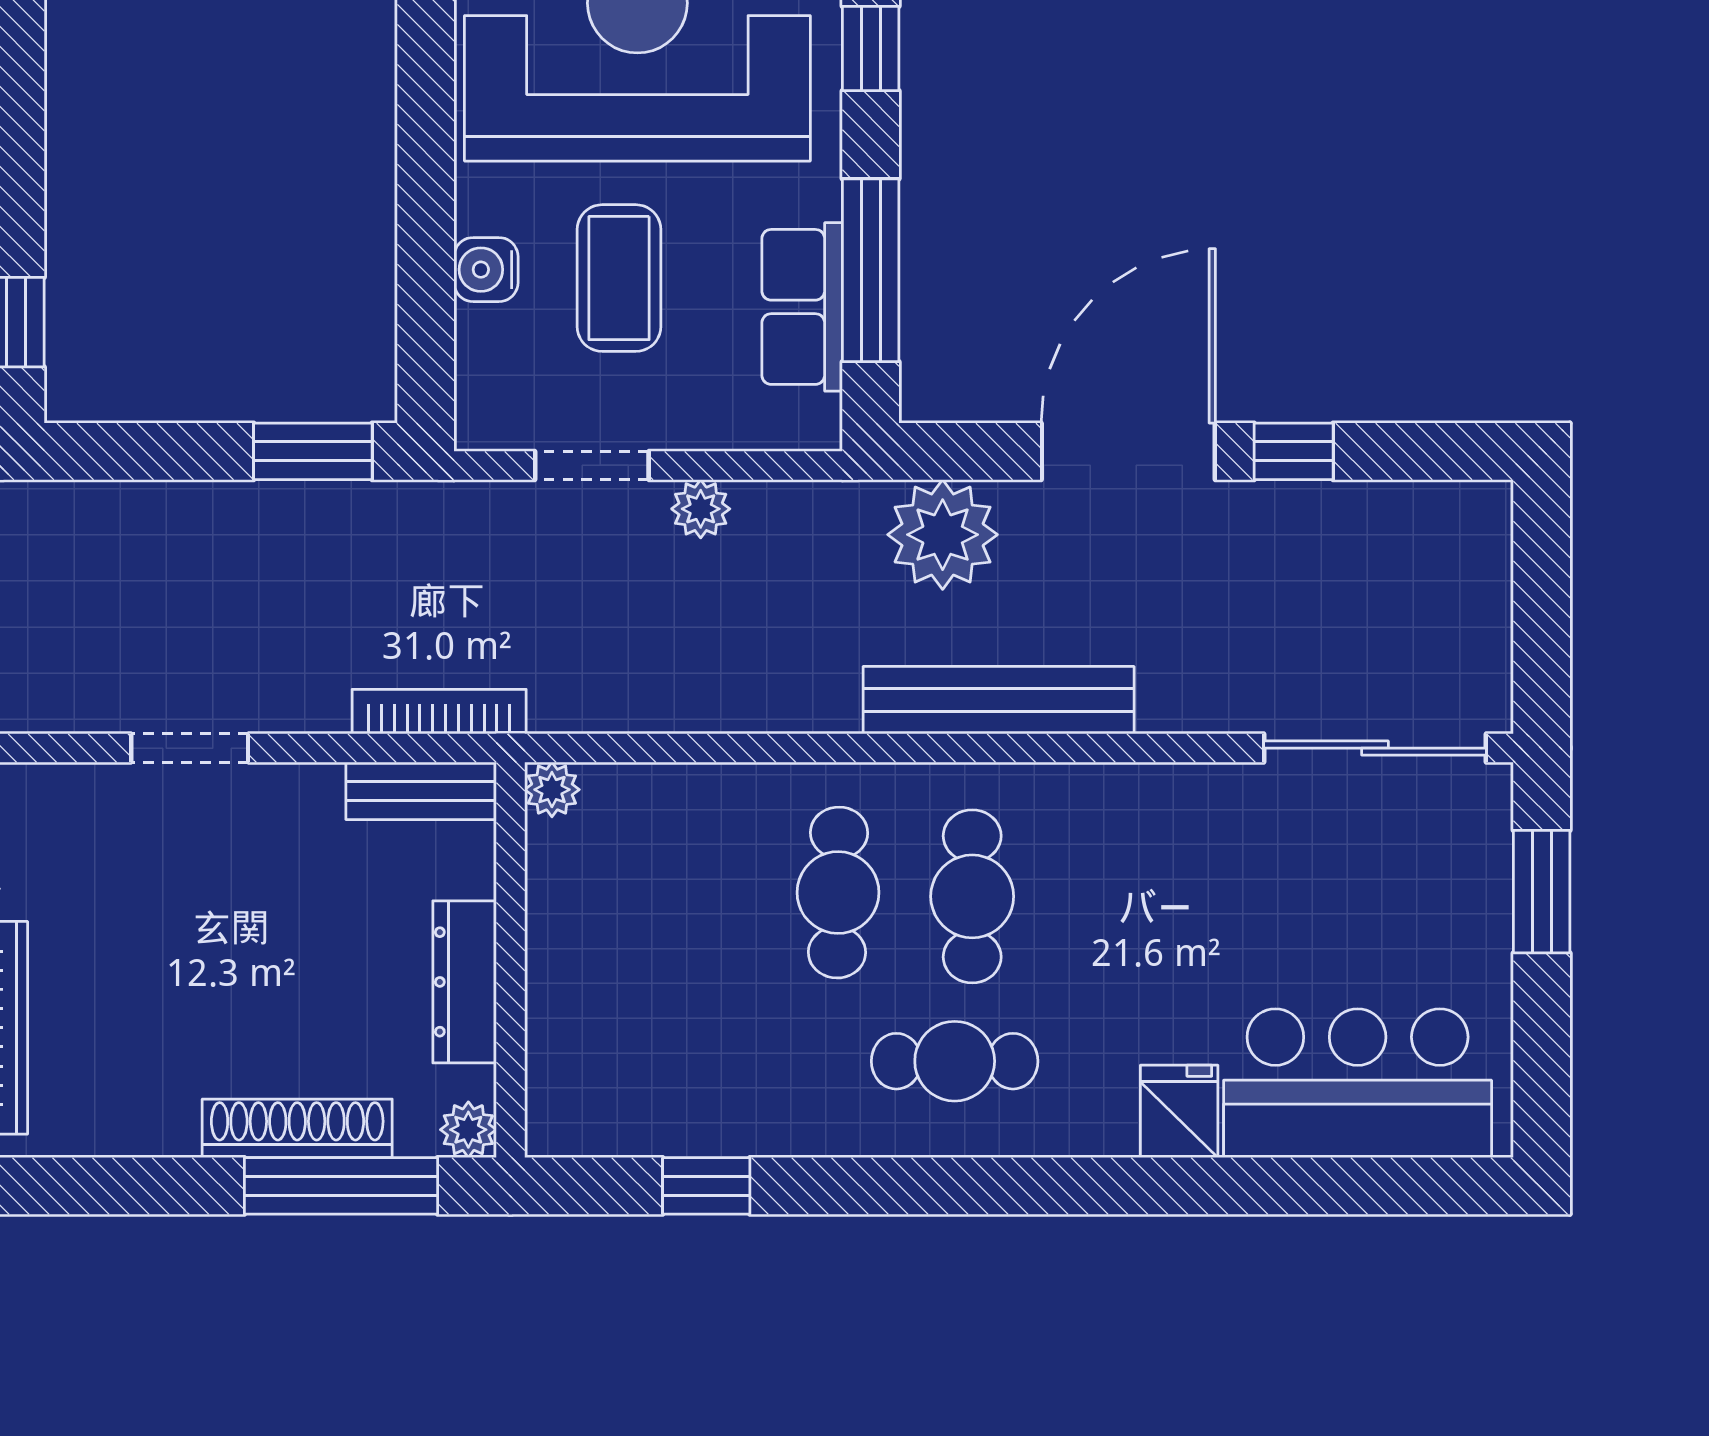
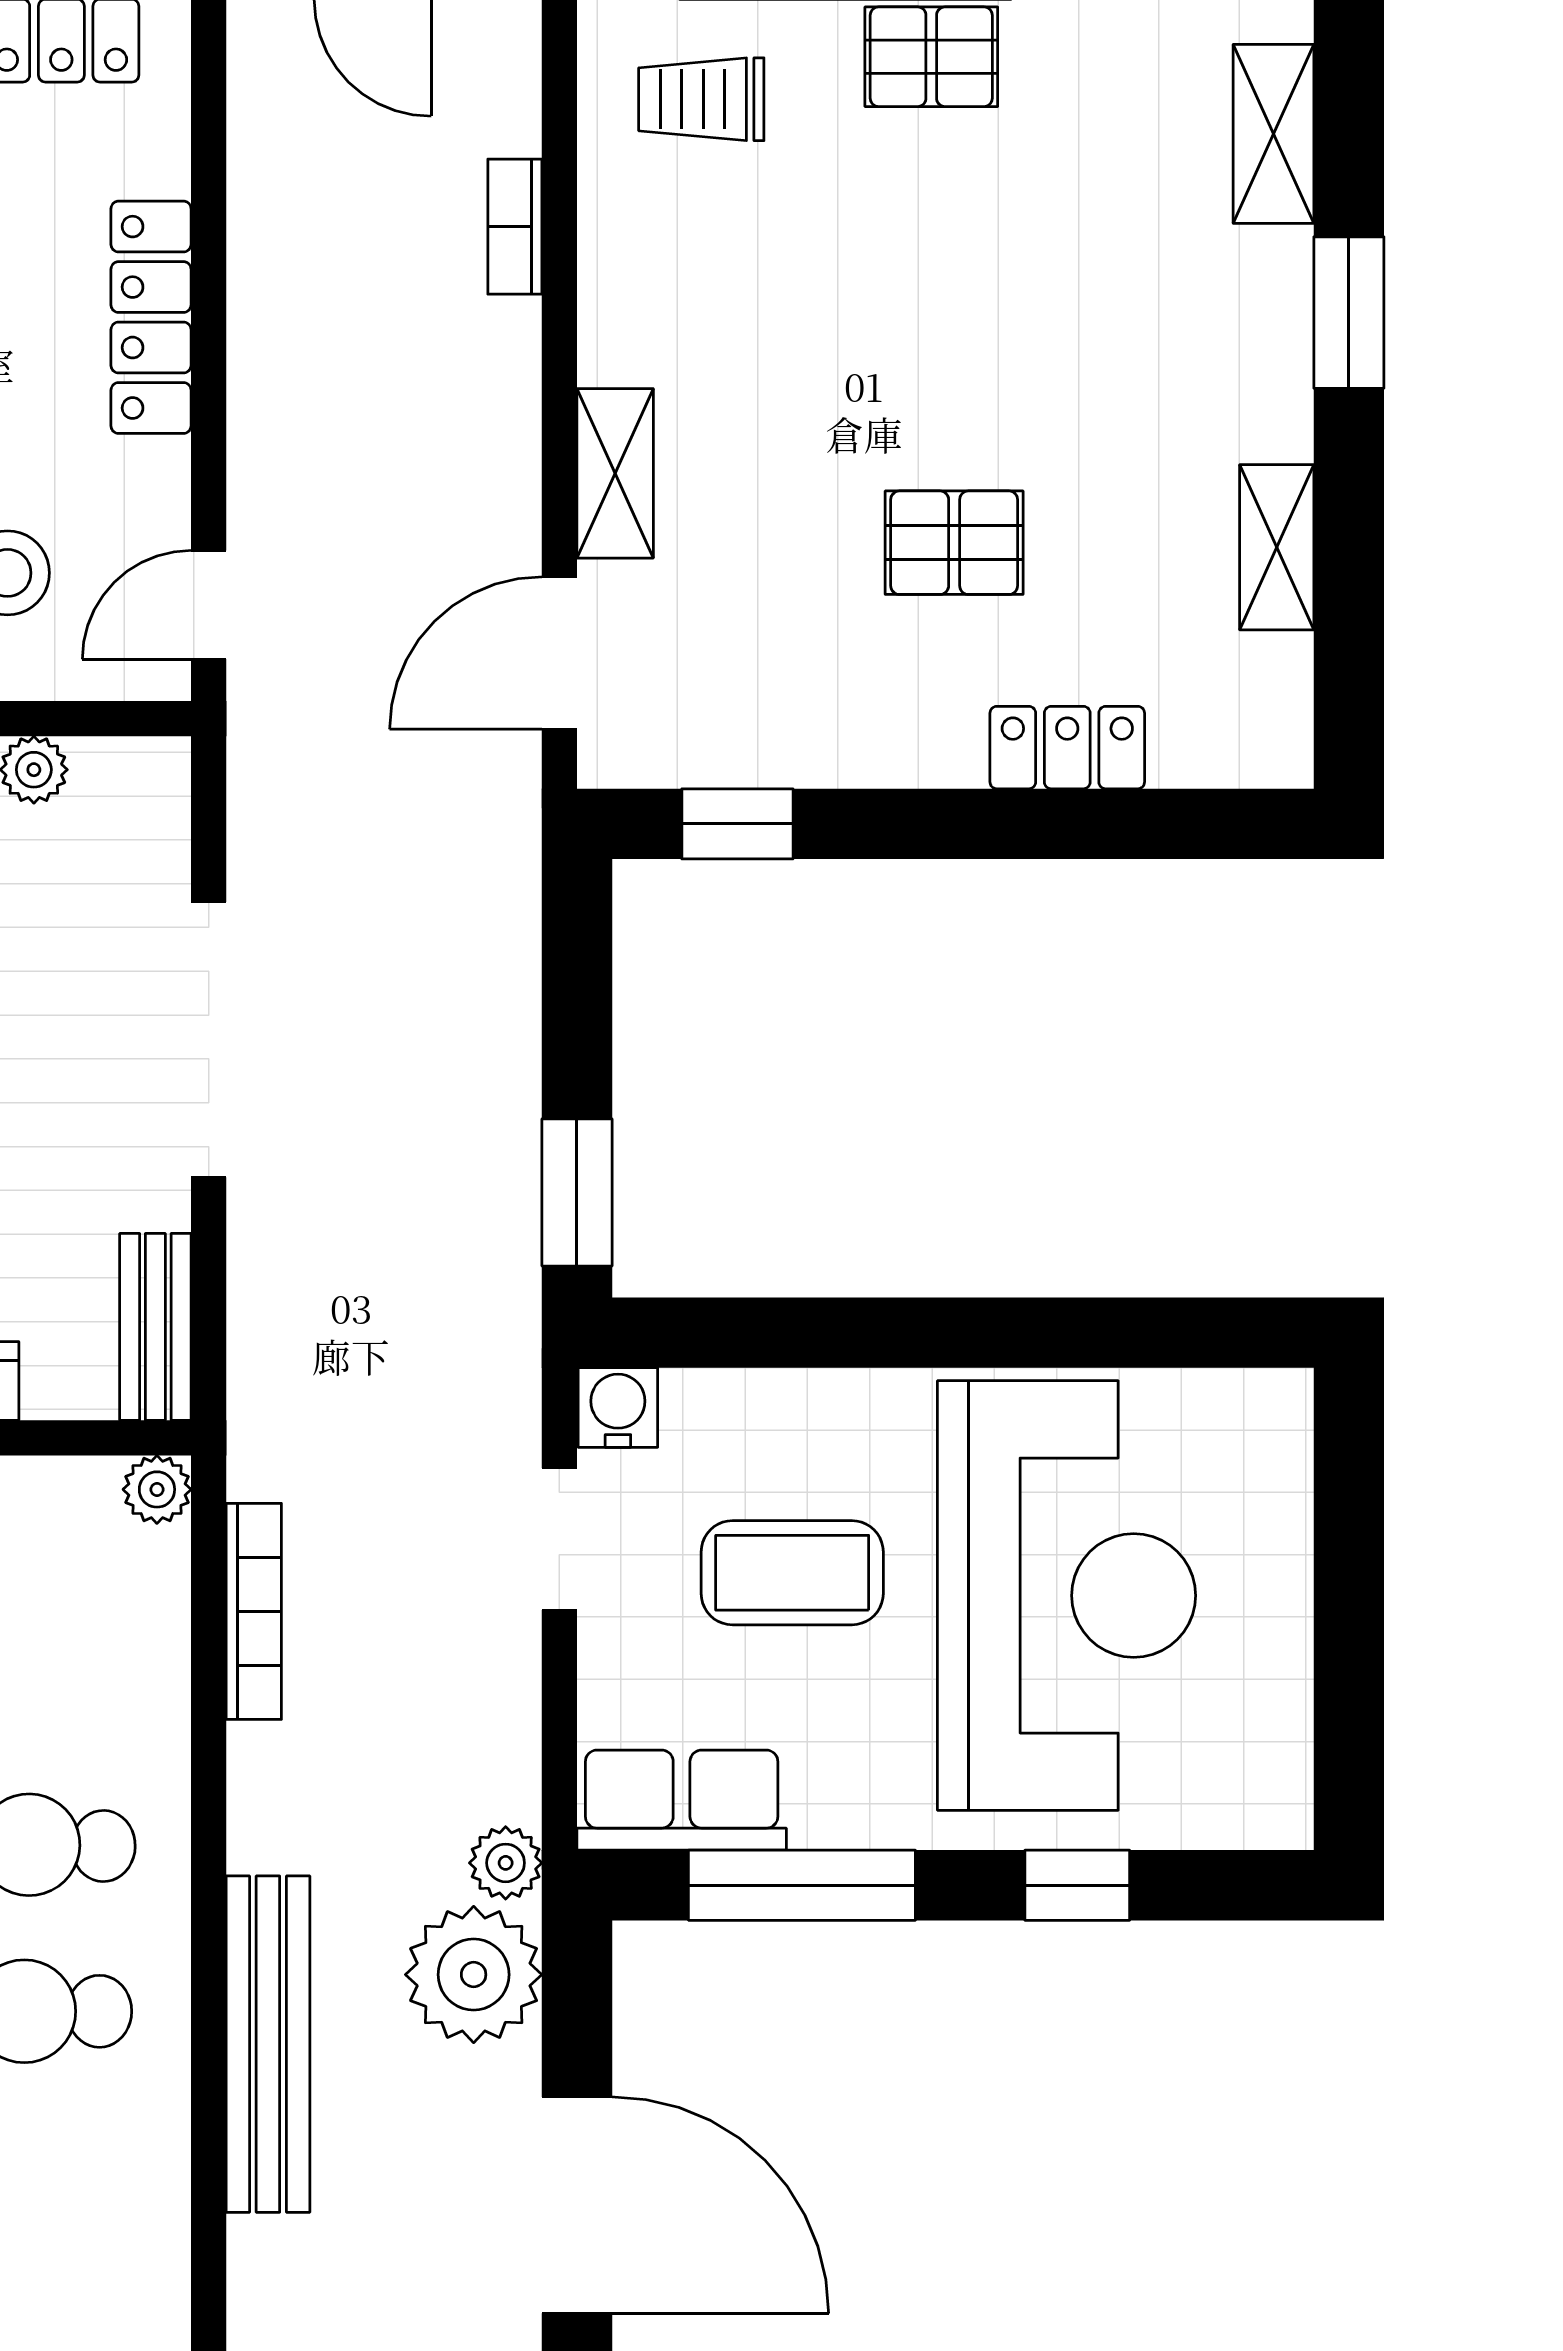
water cooler: (486, 270) -> (618, 1408), moved
row of seats: (802, 307) -> (682, 1800), moved
plant: (701, 509) -> (506, 1863), moved
bookcase: (439, 712) -> (254, 1611), moved
doorway: (190, 748) -> (209, 1040), width x1.87

